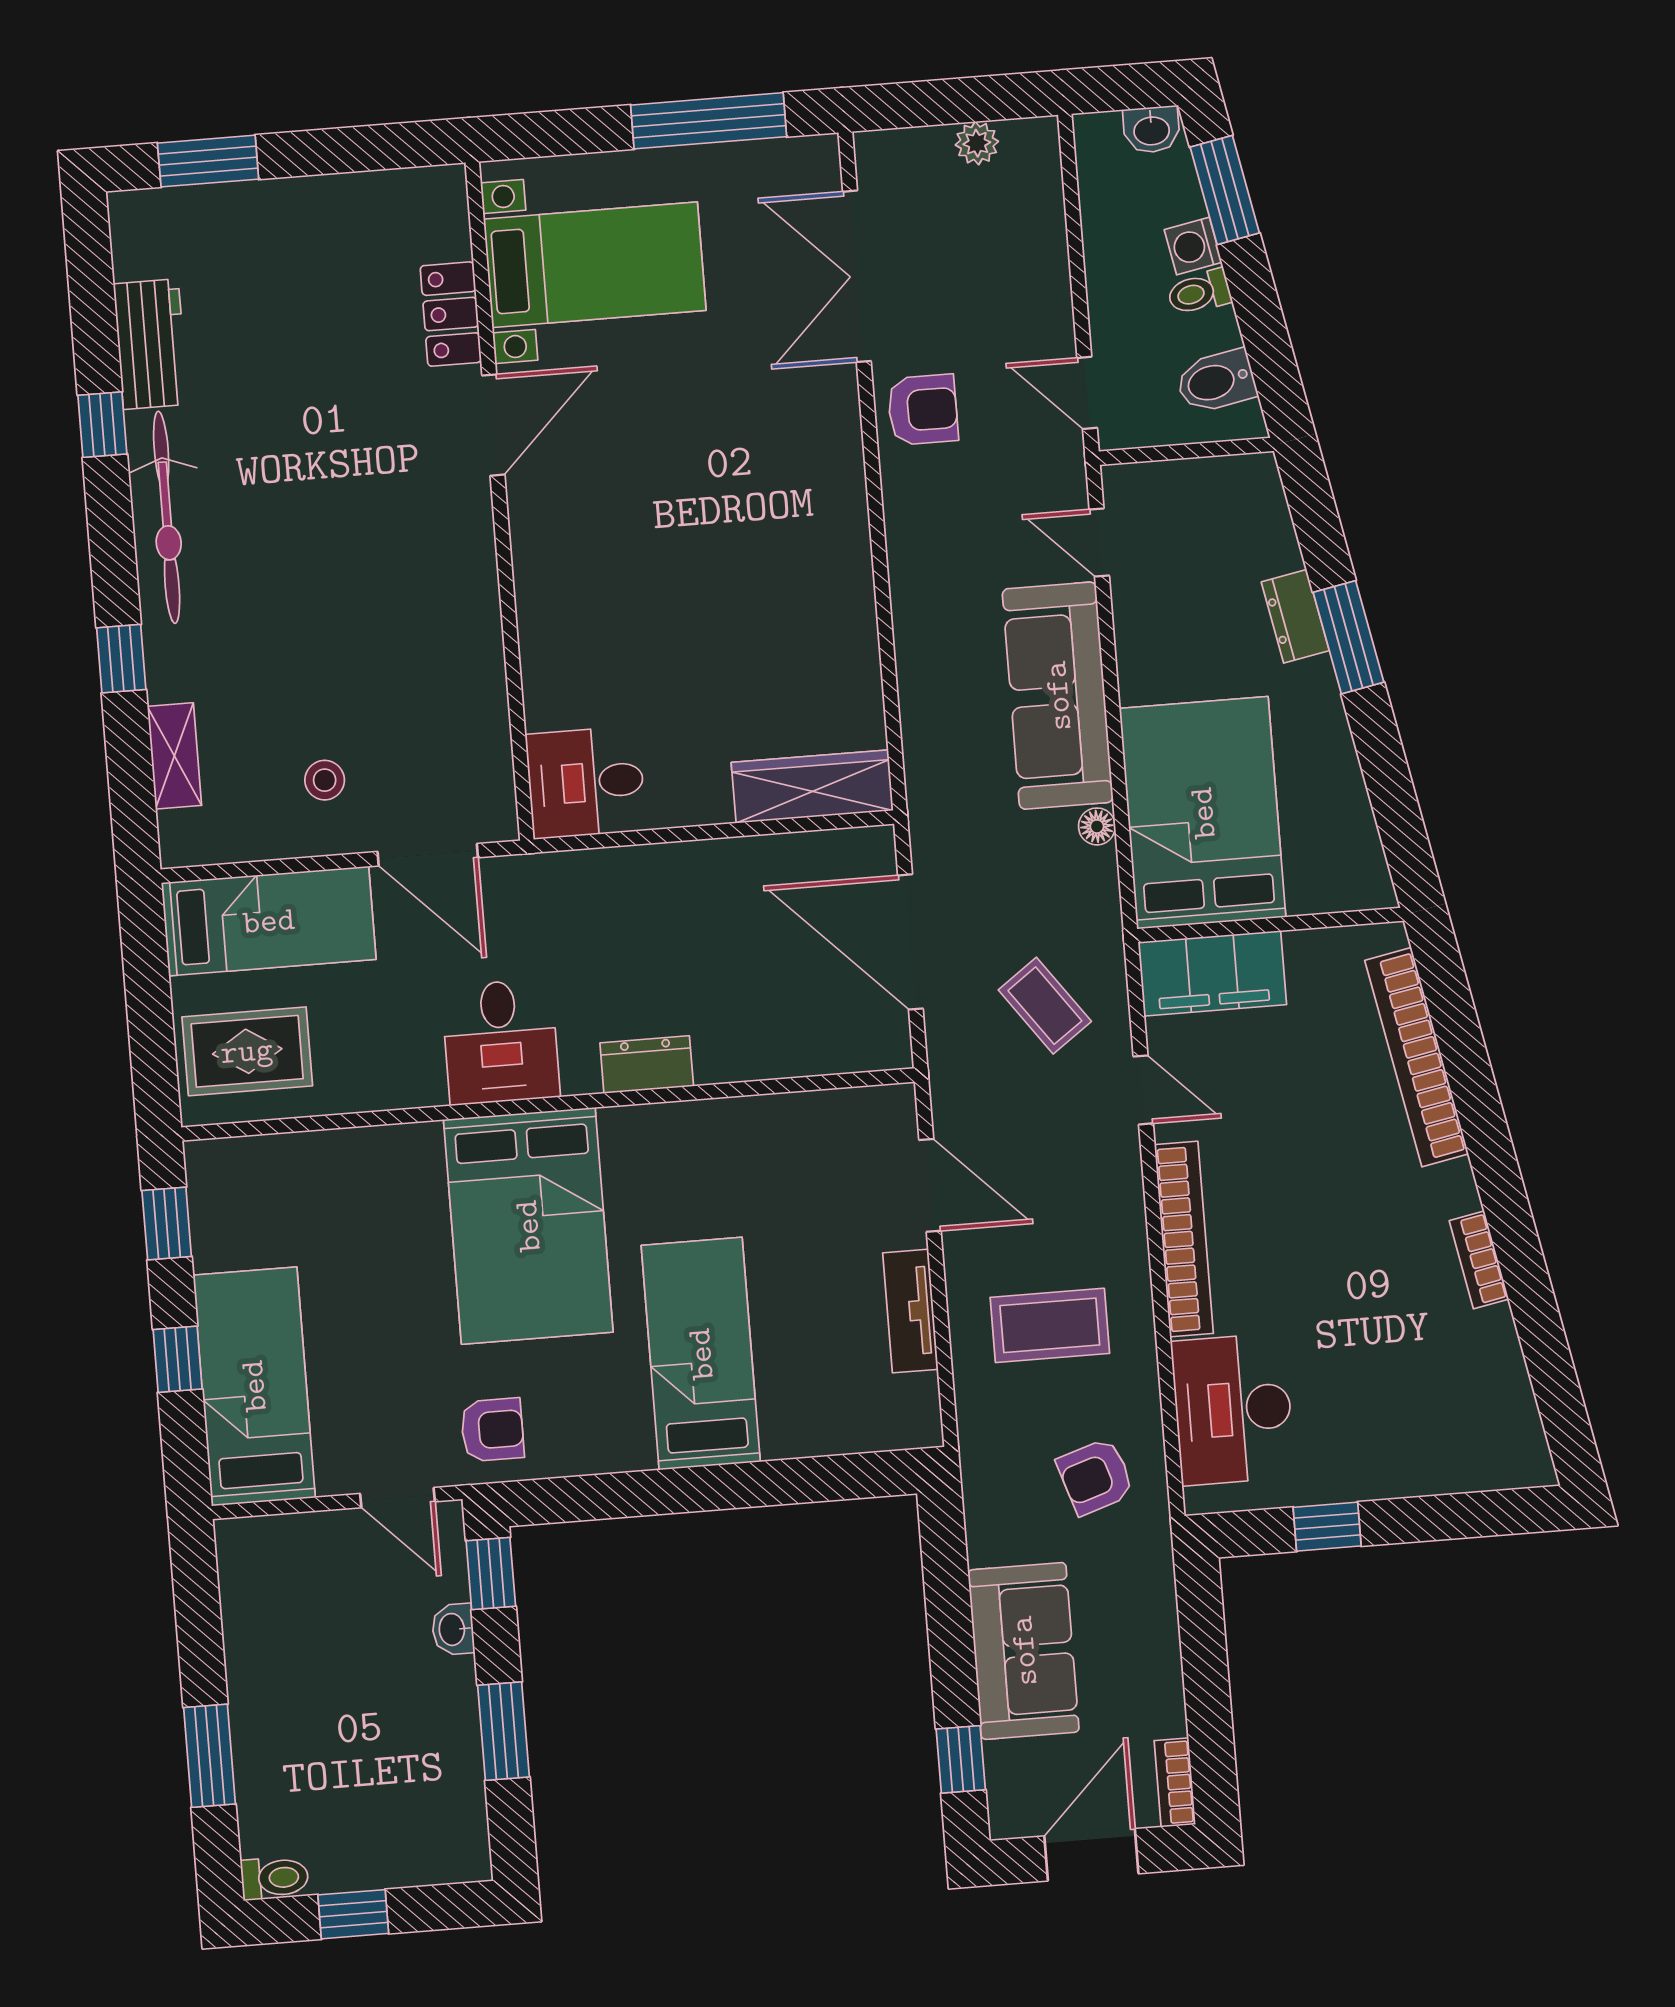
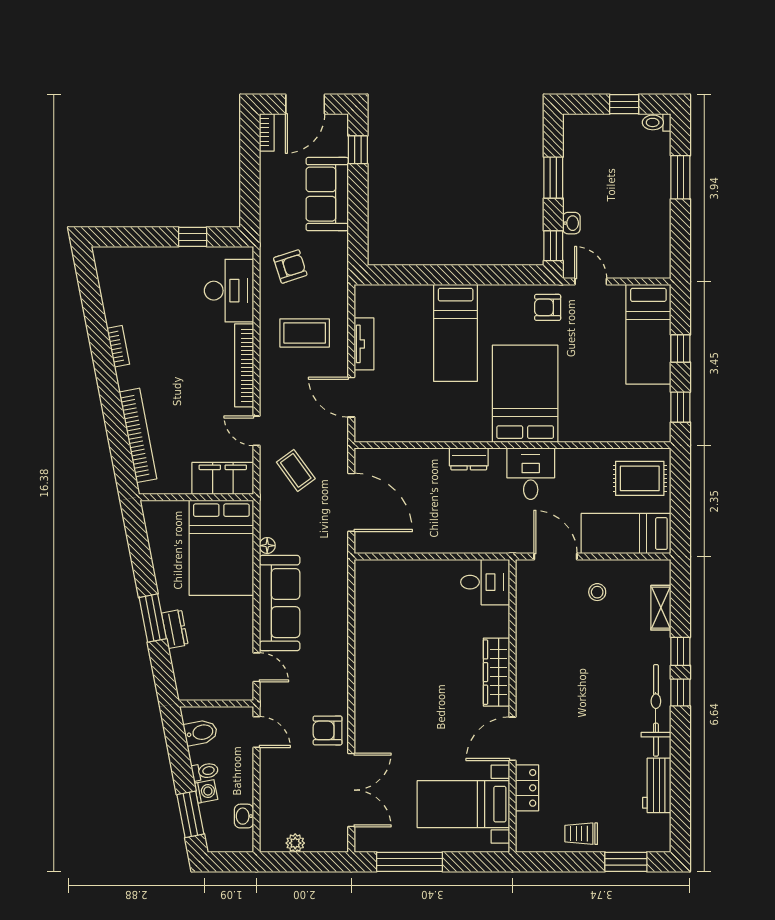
washbasin: (1152, 130) -> (244, 816), moved, turned -90
trolley: (317, 218) -> (581, 834), added
window: (102, 425) -> (680, 692), moved
wardrobe: (812, 786) -> (496, 672), moved, turned 90

